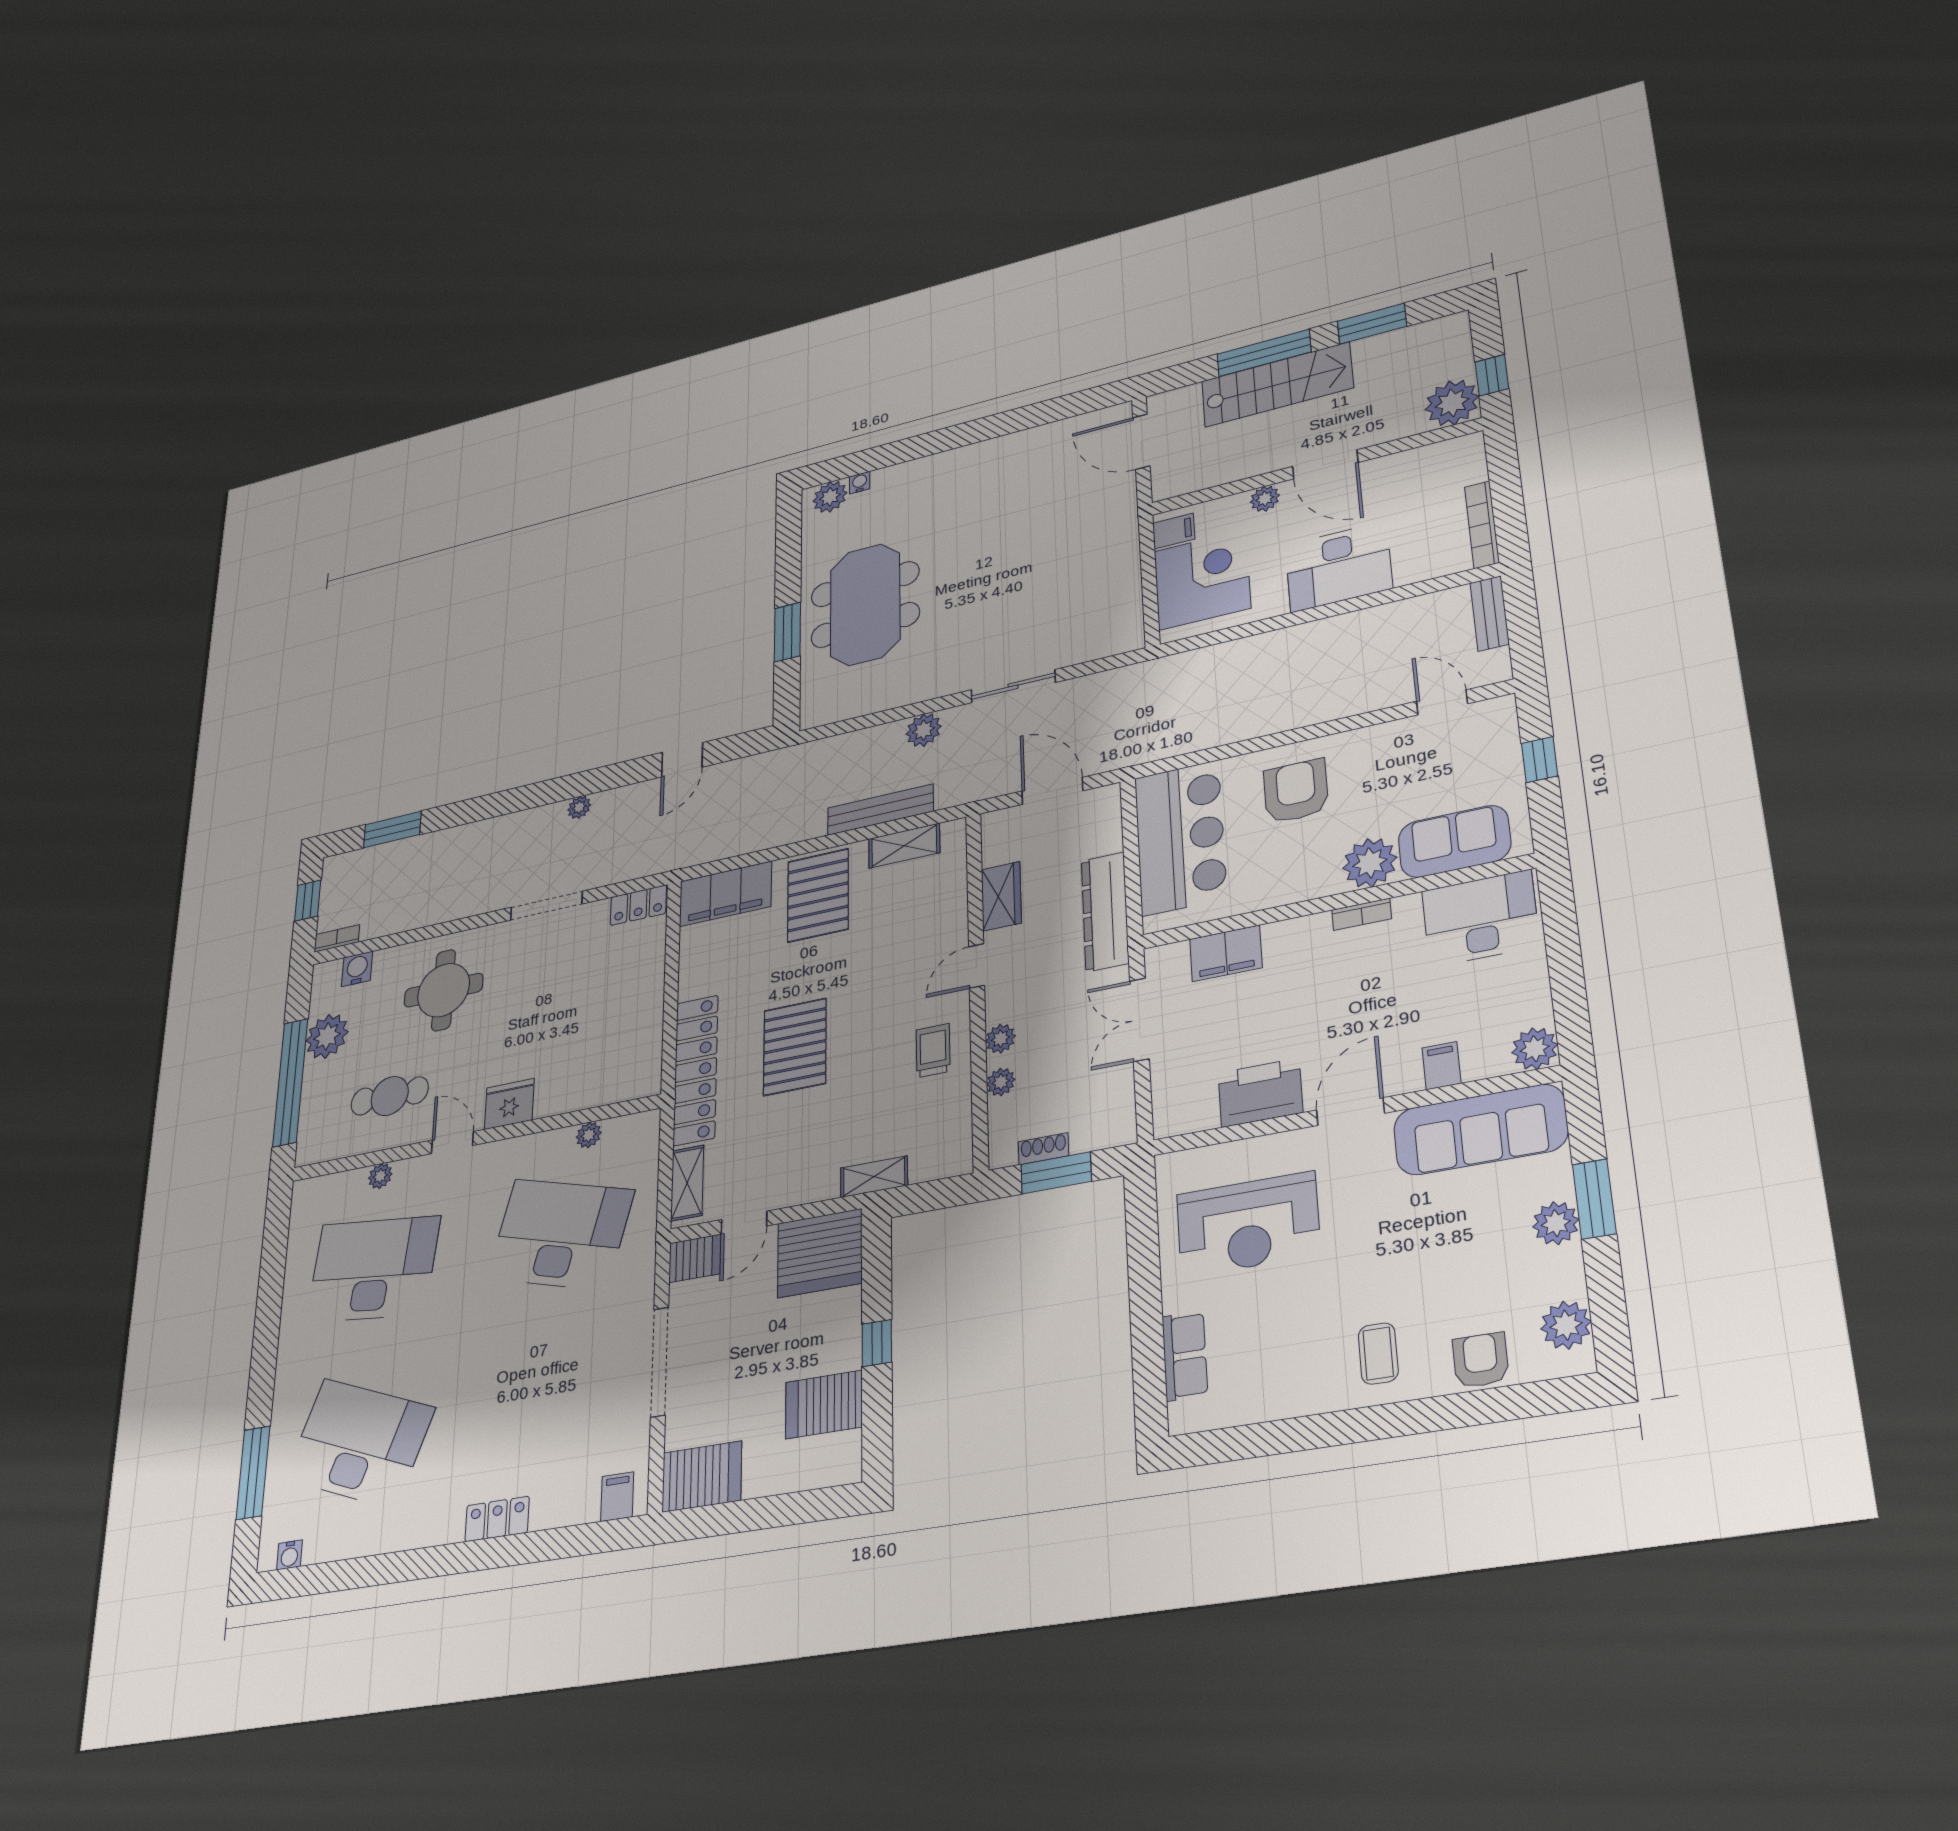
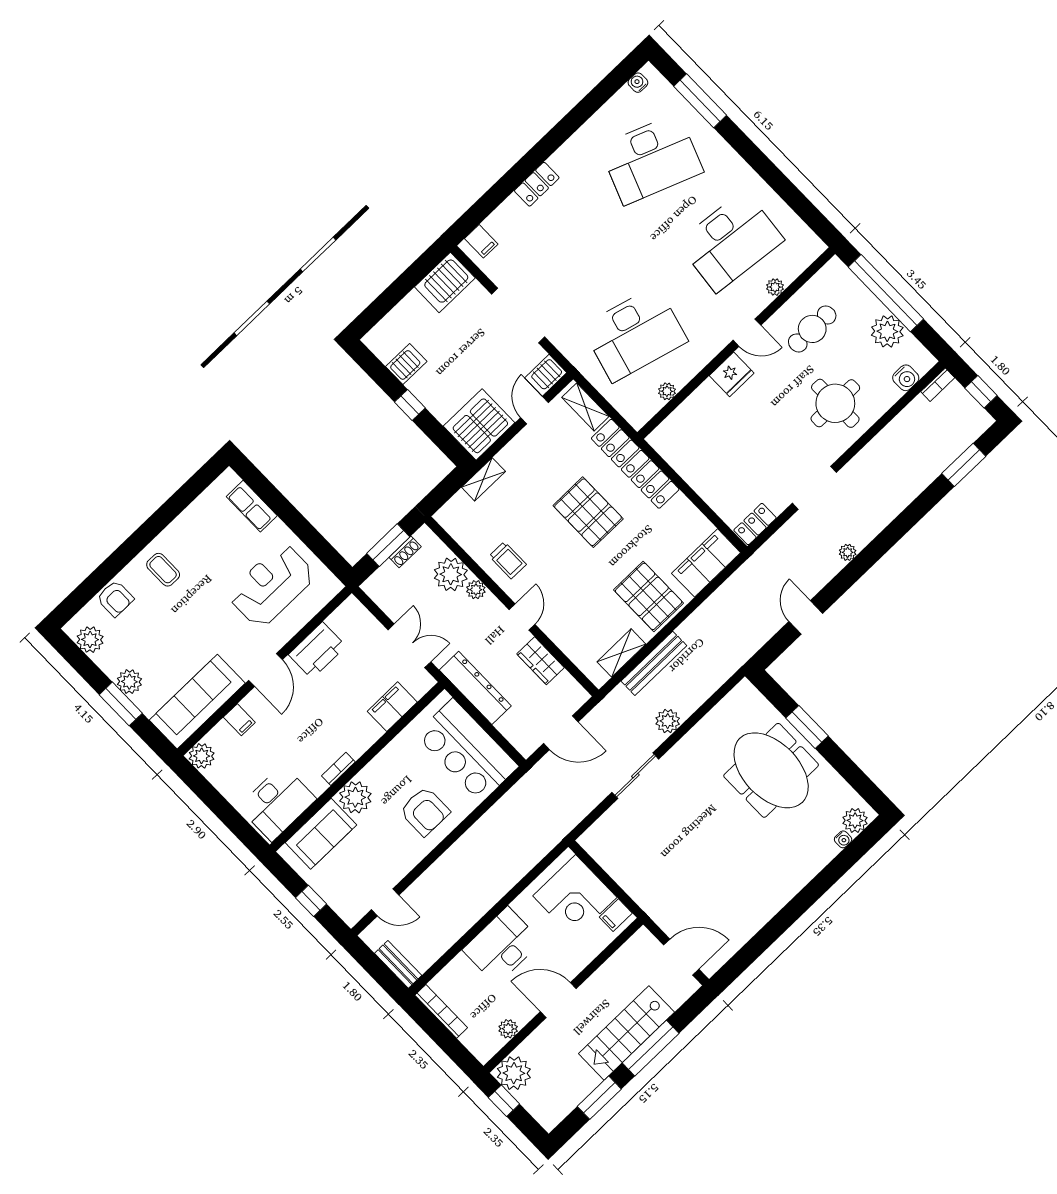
plant: (1265, 499) -> (508, 1029), moved
plant: (1001, 1082) -> (451, 574), width x1.88, depth x1.88
server rack: (824, 1405) -> (406, 364), width x0.73, depth x0.70

